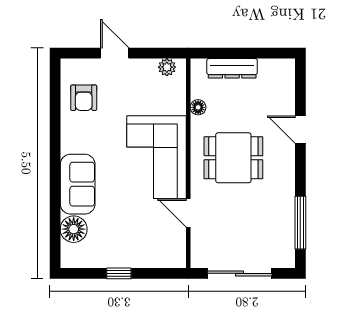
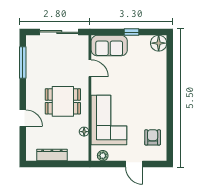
dresser: (232, 68) -> (52, 155), moved
corner sofa: (156, 157) -> (109, 120), moved
sofa: (78, 184) -> (109, 46), moved, turned -90
floor lamp: (74, 229) -> (159, 43), moved

